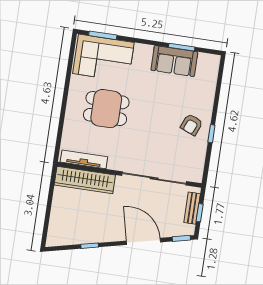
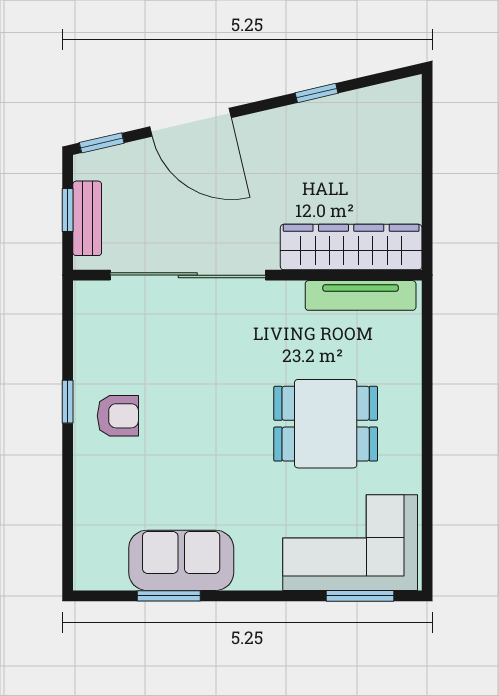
armchair: (192, 125) -> (118, 416), turned 68

